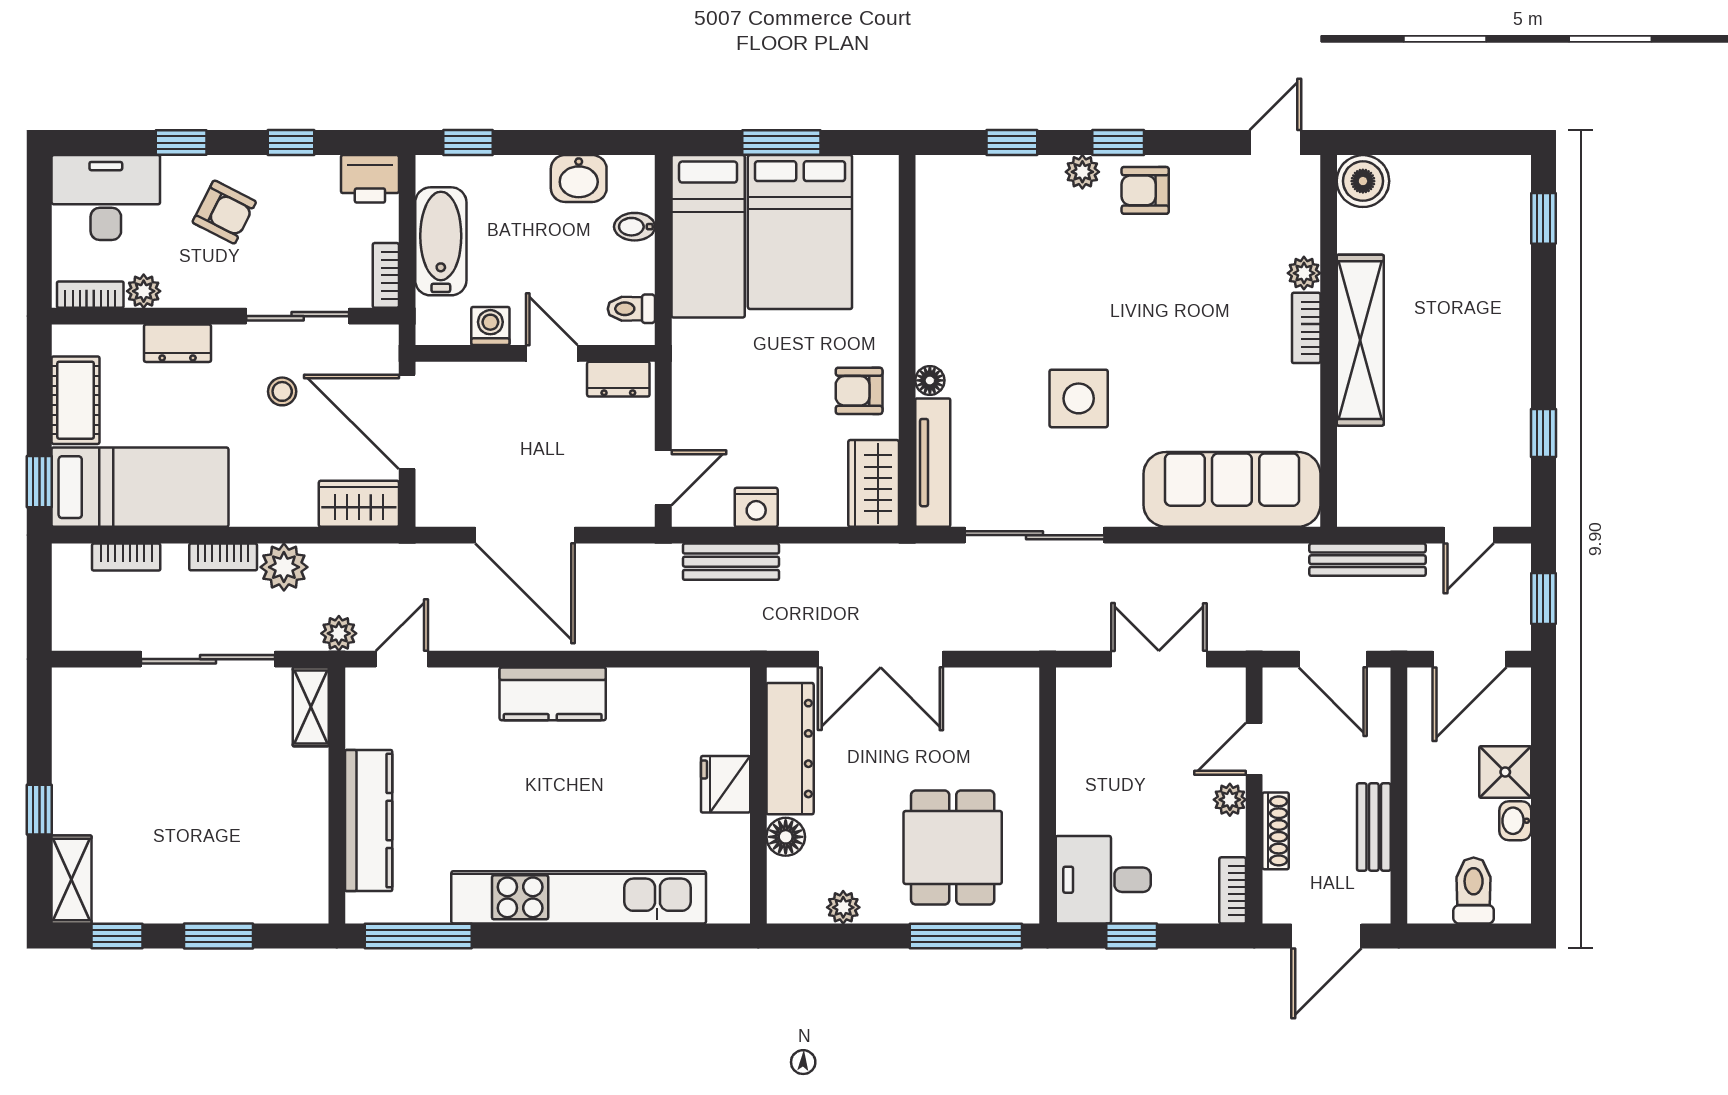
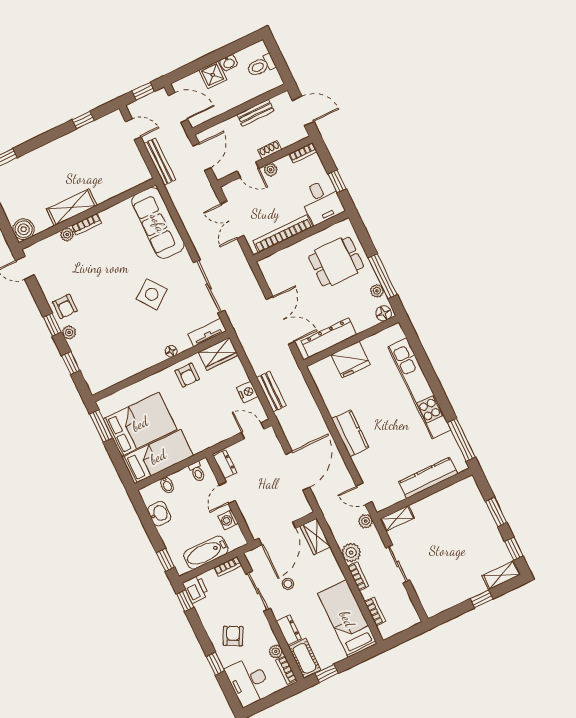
window: (291, 143) -> (185, 601), moved
window: (781, 143) -> (101, 426), moved
shelving: (1360, 340) -> (72, 207), width x0.68
side table: (1079, 398) -> (152, 294), turned -37
cot: (76, 400) -> (305, 658), moved, turned 90
tv unit: (933, 463) -> (207, 333), width x0.71
window: (39, 482) -> (327, 673), moved
sliding door: (208, 659) -> (398, 564), width x0.73
bookcase: (1073, 758) -> (283, 234), added
fridge: (726, 784) -> (351, 360), width x1.36, depth x1.34
shoe rack: (1276, 831) -> (270, 150), width x0.70
floor lamp: (786, 837) -> (384, 313), moved
window: (966, 936) -> (383, 276), moved

